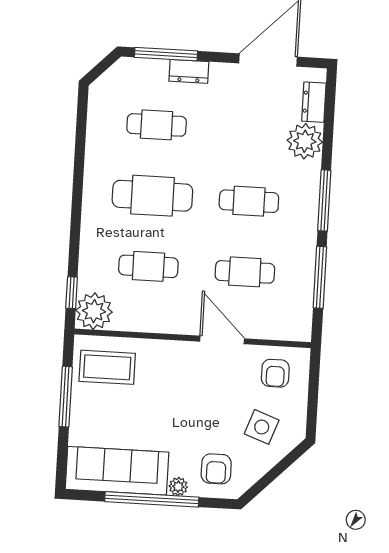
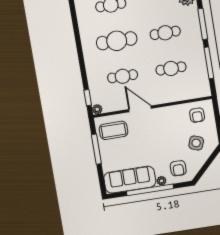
plant: (94, 311) -> (97, 109), width x0.53, depth x0.53
door: (222, 340) -> (140, 109), moved

